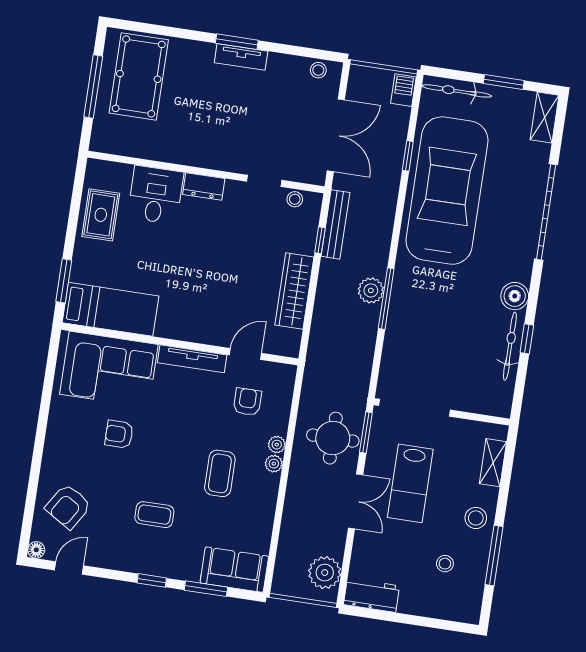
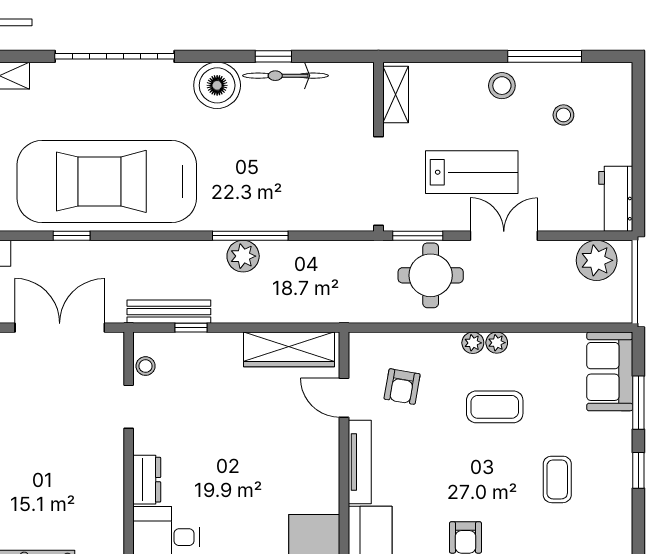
wardrobe: (294, 291) -> (289, 349), moved
boiler: (515, 296) -> (217, 85), width x1.37, depth x1.37
armchair: (247, 402) -> (402, 387), turned -80
plant: (277, 445) -> (497, 343), moved
shelving: (493, 463) -> (396, 94), moved, turned 90

